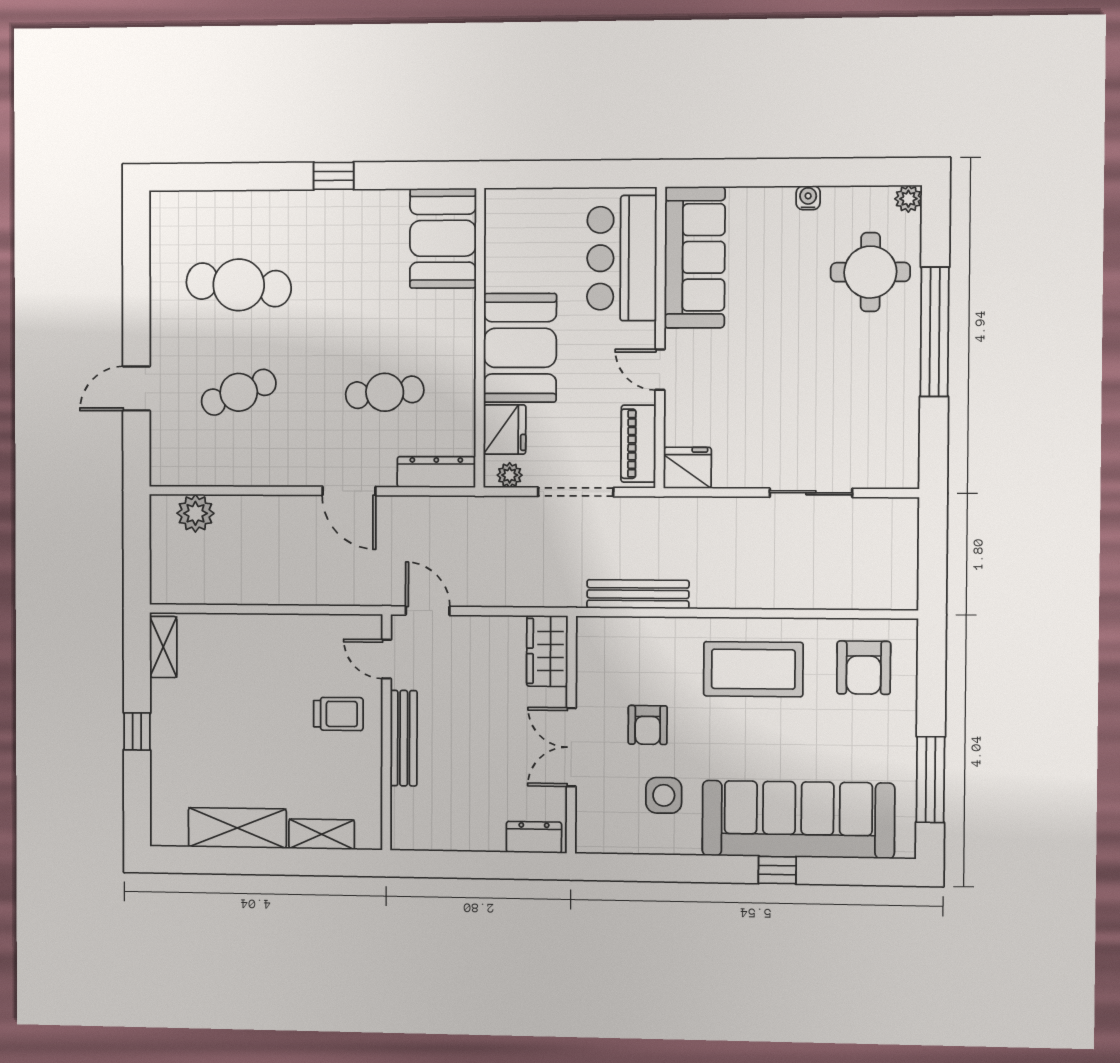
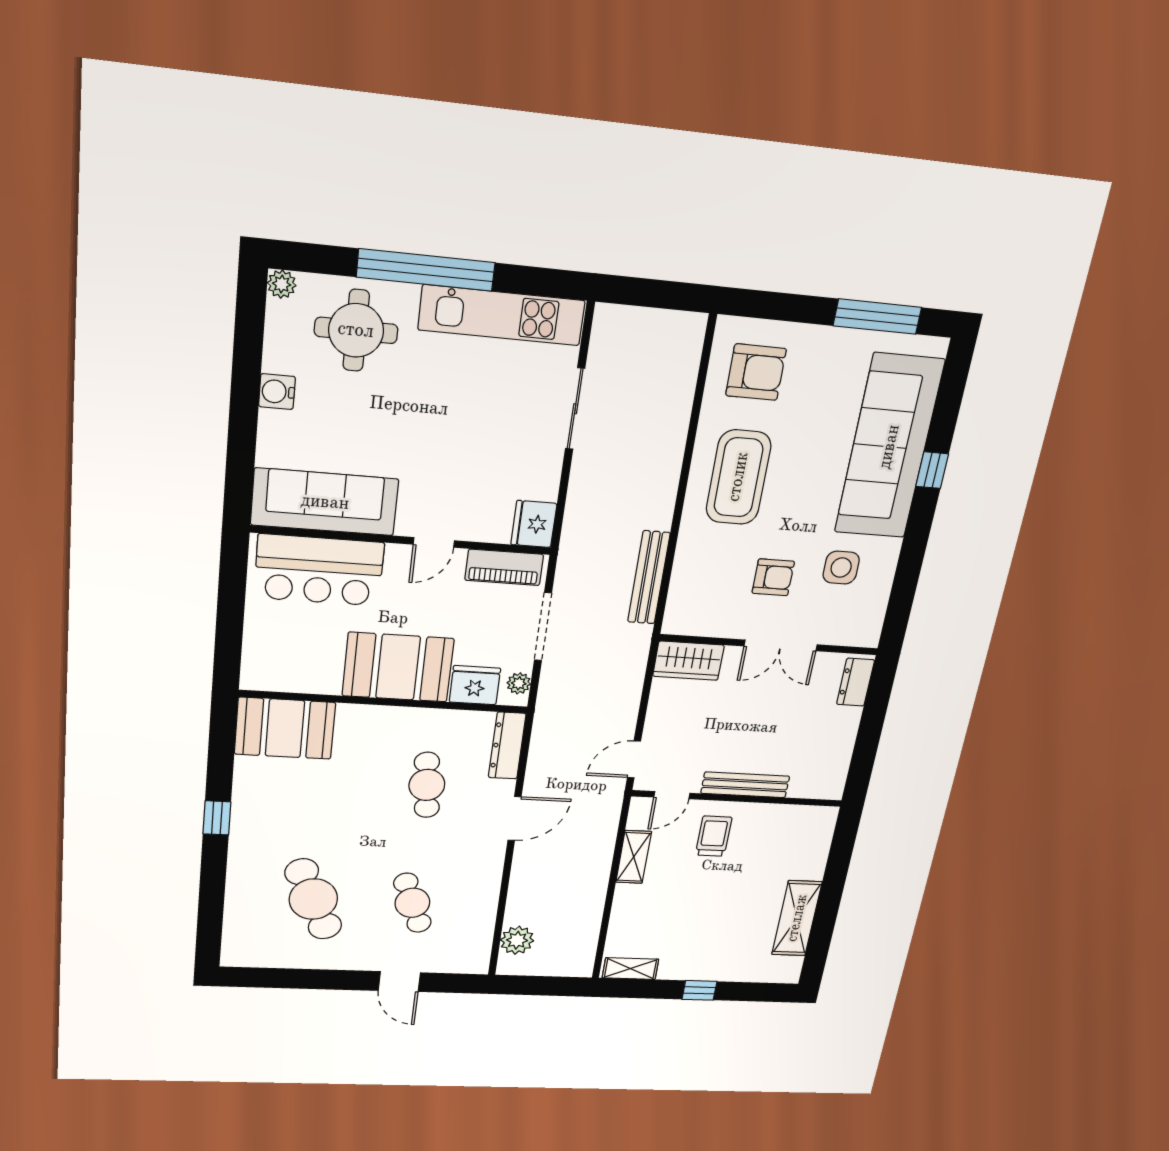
water cooler: (808, 198) -> (277, 392), width x1.38, depth x1.38
cafe table: (239, 285) -> (313, 899), turned -30
kitchen unit: (898, 409) -> (502, 315), added
shelving: (322, 834) -> (634, 857), moved

